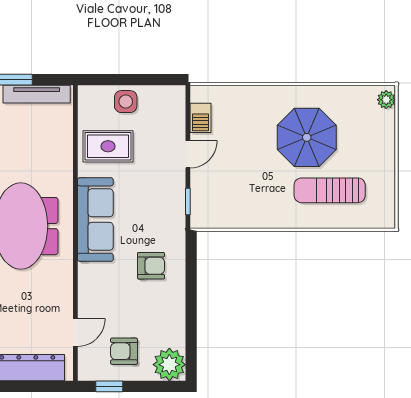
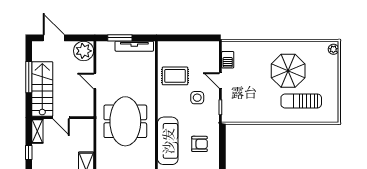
side table: (126, 102) -> (197, 98), moved
door: (188, 154) -> (220, 80), swing flipped
sofa: (95, 220) -> (168, 141), moved

